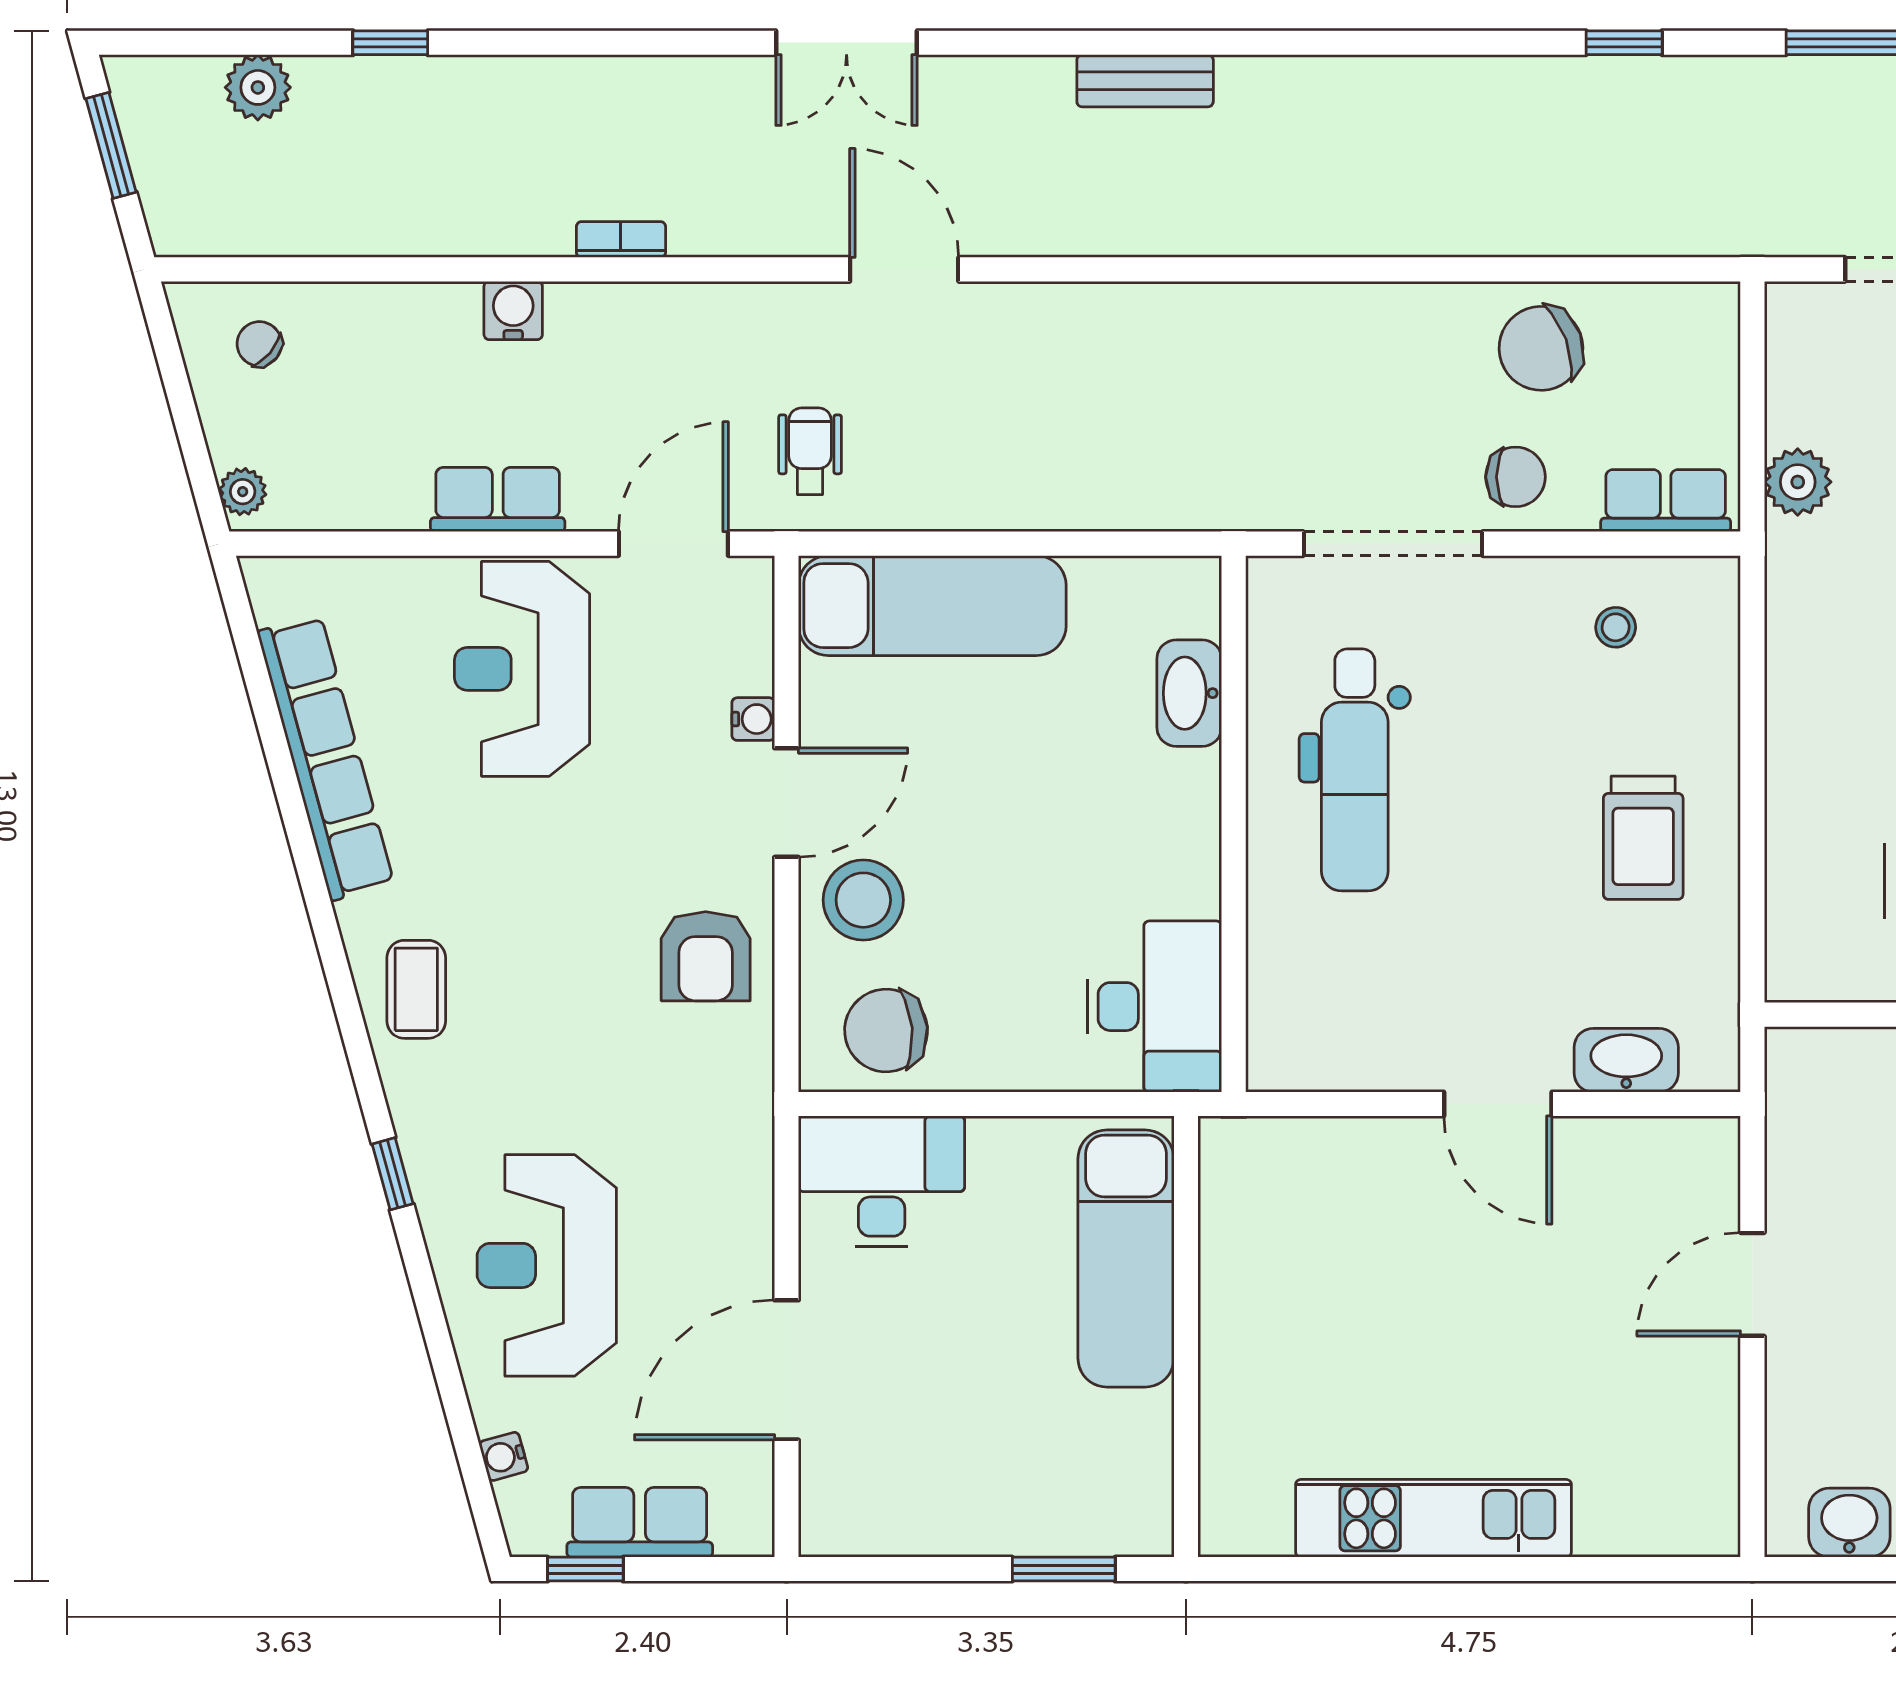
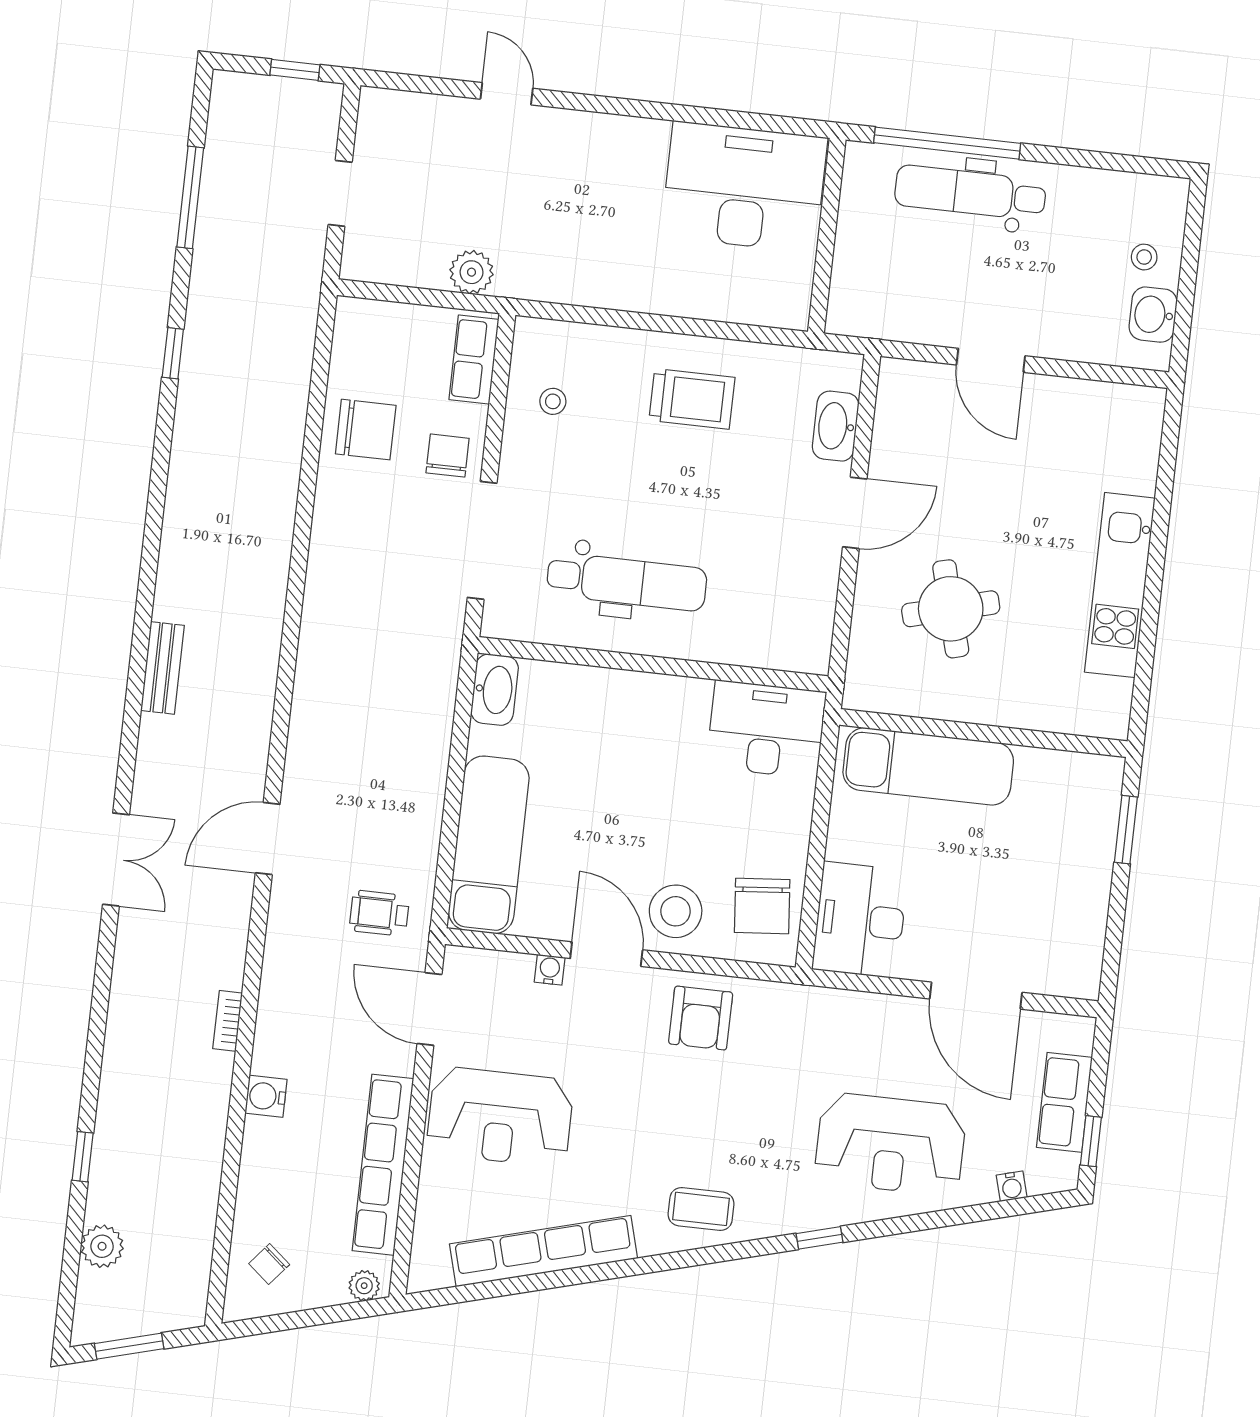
chair: (1541, 348) -> (366, 430), turned -70
row of seats: (498, 500) -> (383, 1165), width x2.02
washbasin: (1189, 693) -> (495, 690), moved, turned -90
armchair: (706, 956) -> (701, 1018), turned 90
round table: (1369, 1266) -> (951, 609), added

